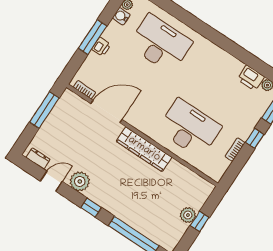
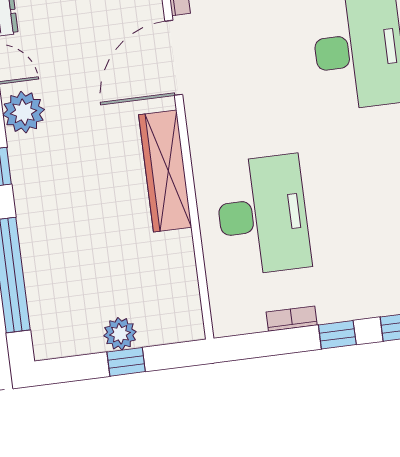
door: (106, 112) -> (174, 58), swing flipped

